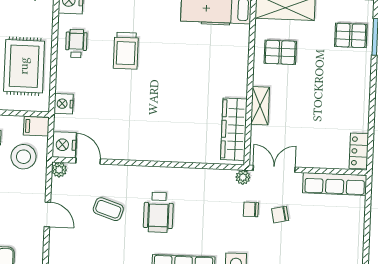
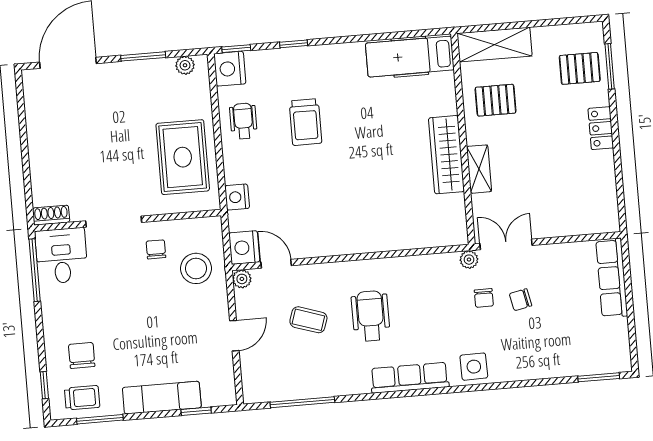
filing cabinet: (36, 126) -> (207, 229), removed
wardrobe: (234, 129) -> (446, 155), moved
locker: (359, 151) -> (601, 128), moved
row of seats: (335, 184) -> (612, 278), moved, turned 90
chair: (251, 209) -> (484, 298), turned -90
wheelchair: (158, 212) -> (371, 316), turned 180
door: (47, 214) -> (234, 336), hinge flipped

